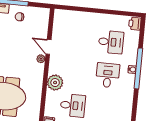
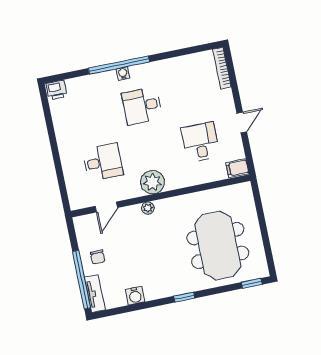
desk: (111, 42) -> (103, 162), moved, turned 90
door: (48, 47) -> (106, 207), moved
plant: (55, 83) -> (153, 182), moved

